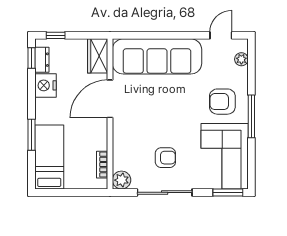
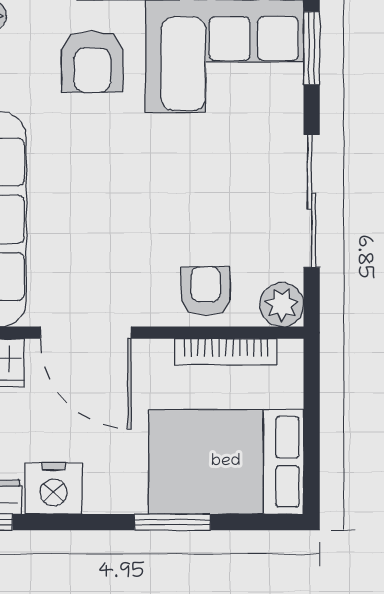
bed: (49, 157) -> (226, 462), width x1.50
armchair: (165, 158) -> (206, 291), moved
bookcase: (102, 165) -> (226, 352), width x1.56

